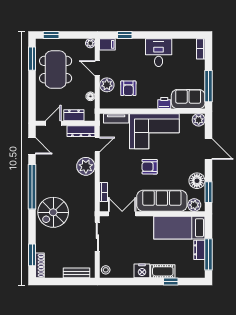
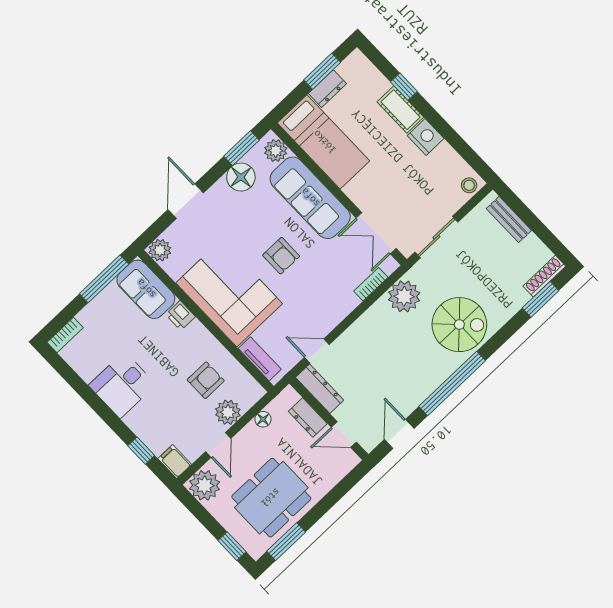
plant: (90, 43) -> (205, 485), width x1.88, depth x1.88
plant: (86, 166) -> (404, 296), moved
window: (208, 254) -> (322, 71), width x0.69

